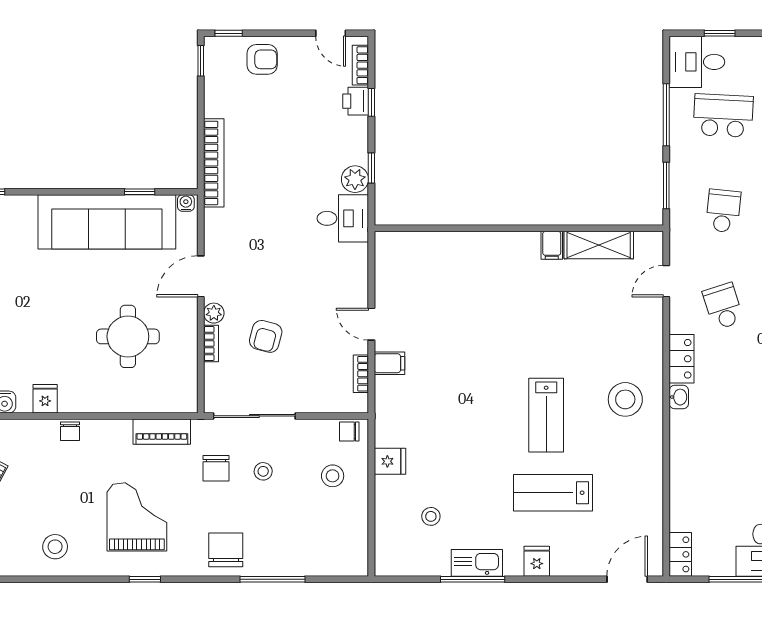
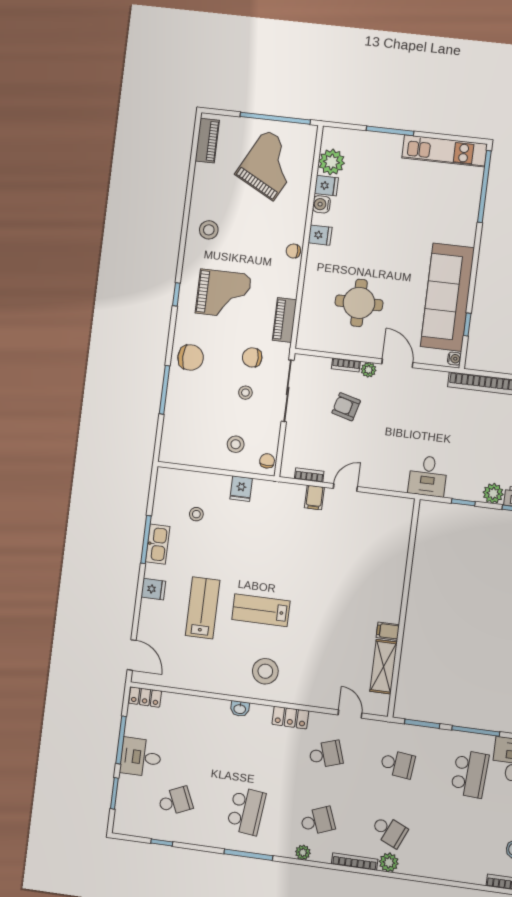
plant: (355, 179) -> (493, 493), moved
washbasin: (679, 397) -> (240, 709), moved

